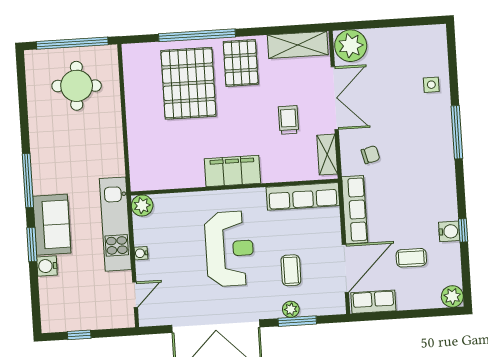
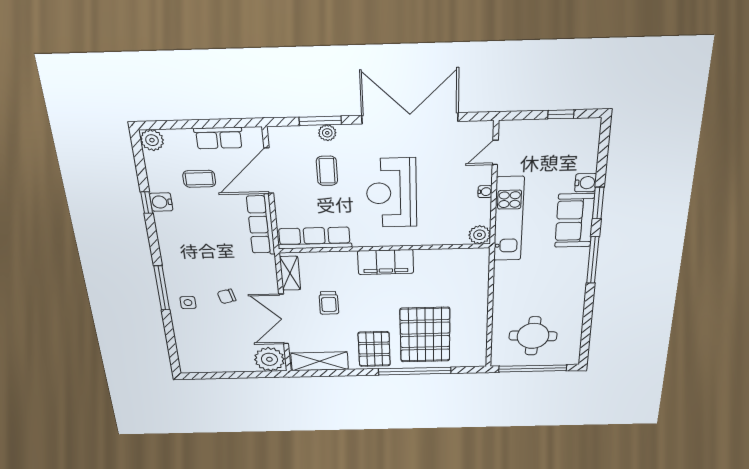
side table: (431, 85) -> (188, 303), moved
chair: (370, 155) -> (227, 296), moved
row of seats: (373, 302) -> (219, 138), moved

